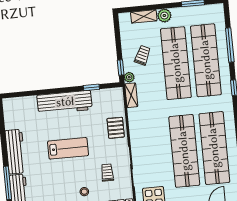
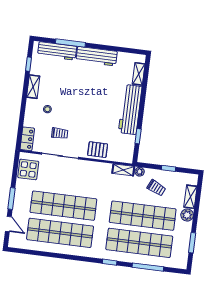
window: (121, 68) -> (168, 168), moved
shelving: (24, 102) -> (139, 74), added
lab bench: (68, 148) -> (89, 103), removed

